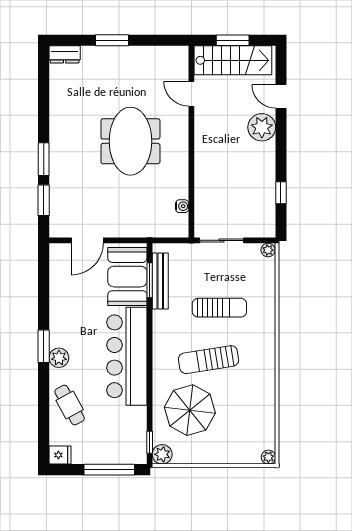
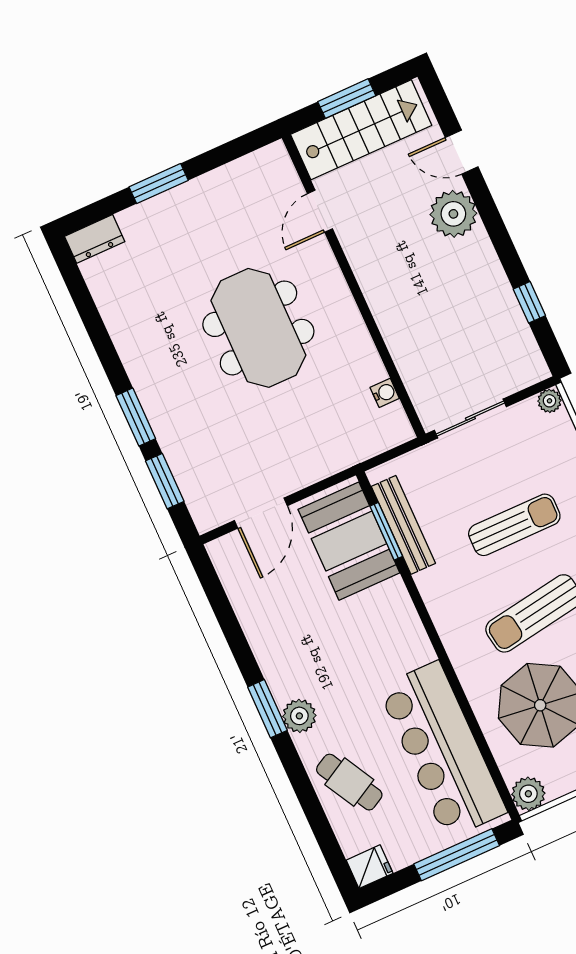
door: (191, 94) -> (320, 211), hinge flipped
bar counter: (127, 356) -> (442, 750), moved
window: (150, 442) -> (500, 784), removed

